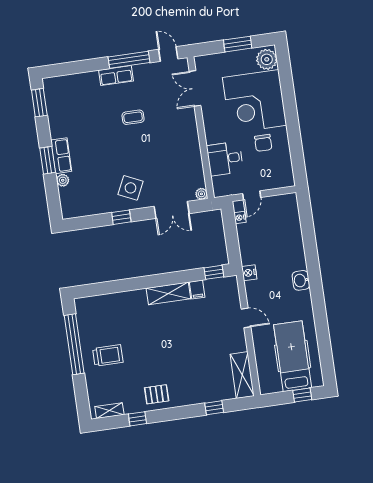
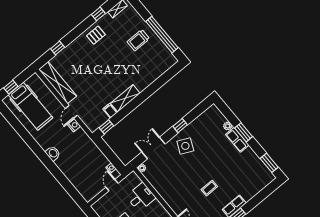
nightstand: (249, 273) -> (74, 125), moved
door: (246, 318) -> (71, 112), hinge flipped
shelving: (242, 375) -> (58, 83), width x1.47

